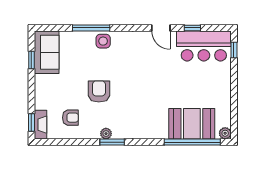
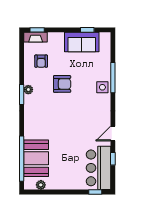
sofa: (47, 52) -> (82, 42), moved
plant: (225, 133) -> (41, 185), moved

